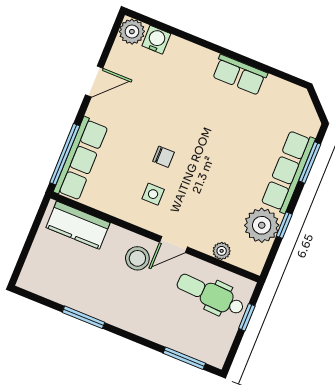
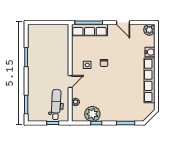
water cooler: (156, 40) -> (150, 52), moved
row of seats: (240, 75) -> (150, 80), width x2.02
row of seats: (288, 171) -> (118, 116), removed
kitchen counter: (78, 225) -> (62, 40), removed
door: (174, 245) -> (70, 81), swing flipped
stool: (137, 258) -> (59, 69), removed

